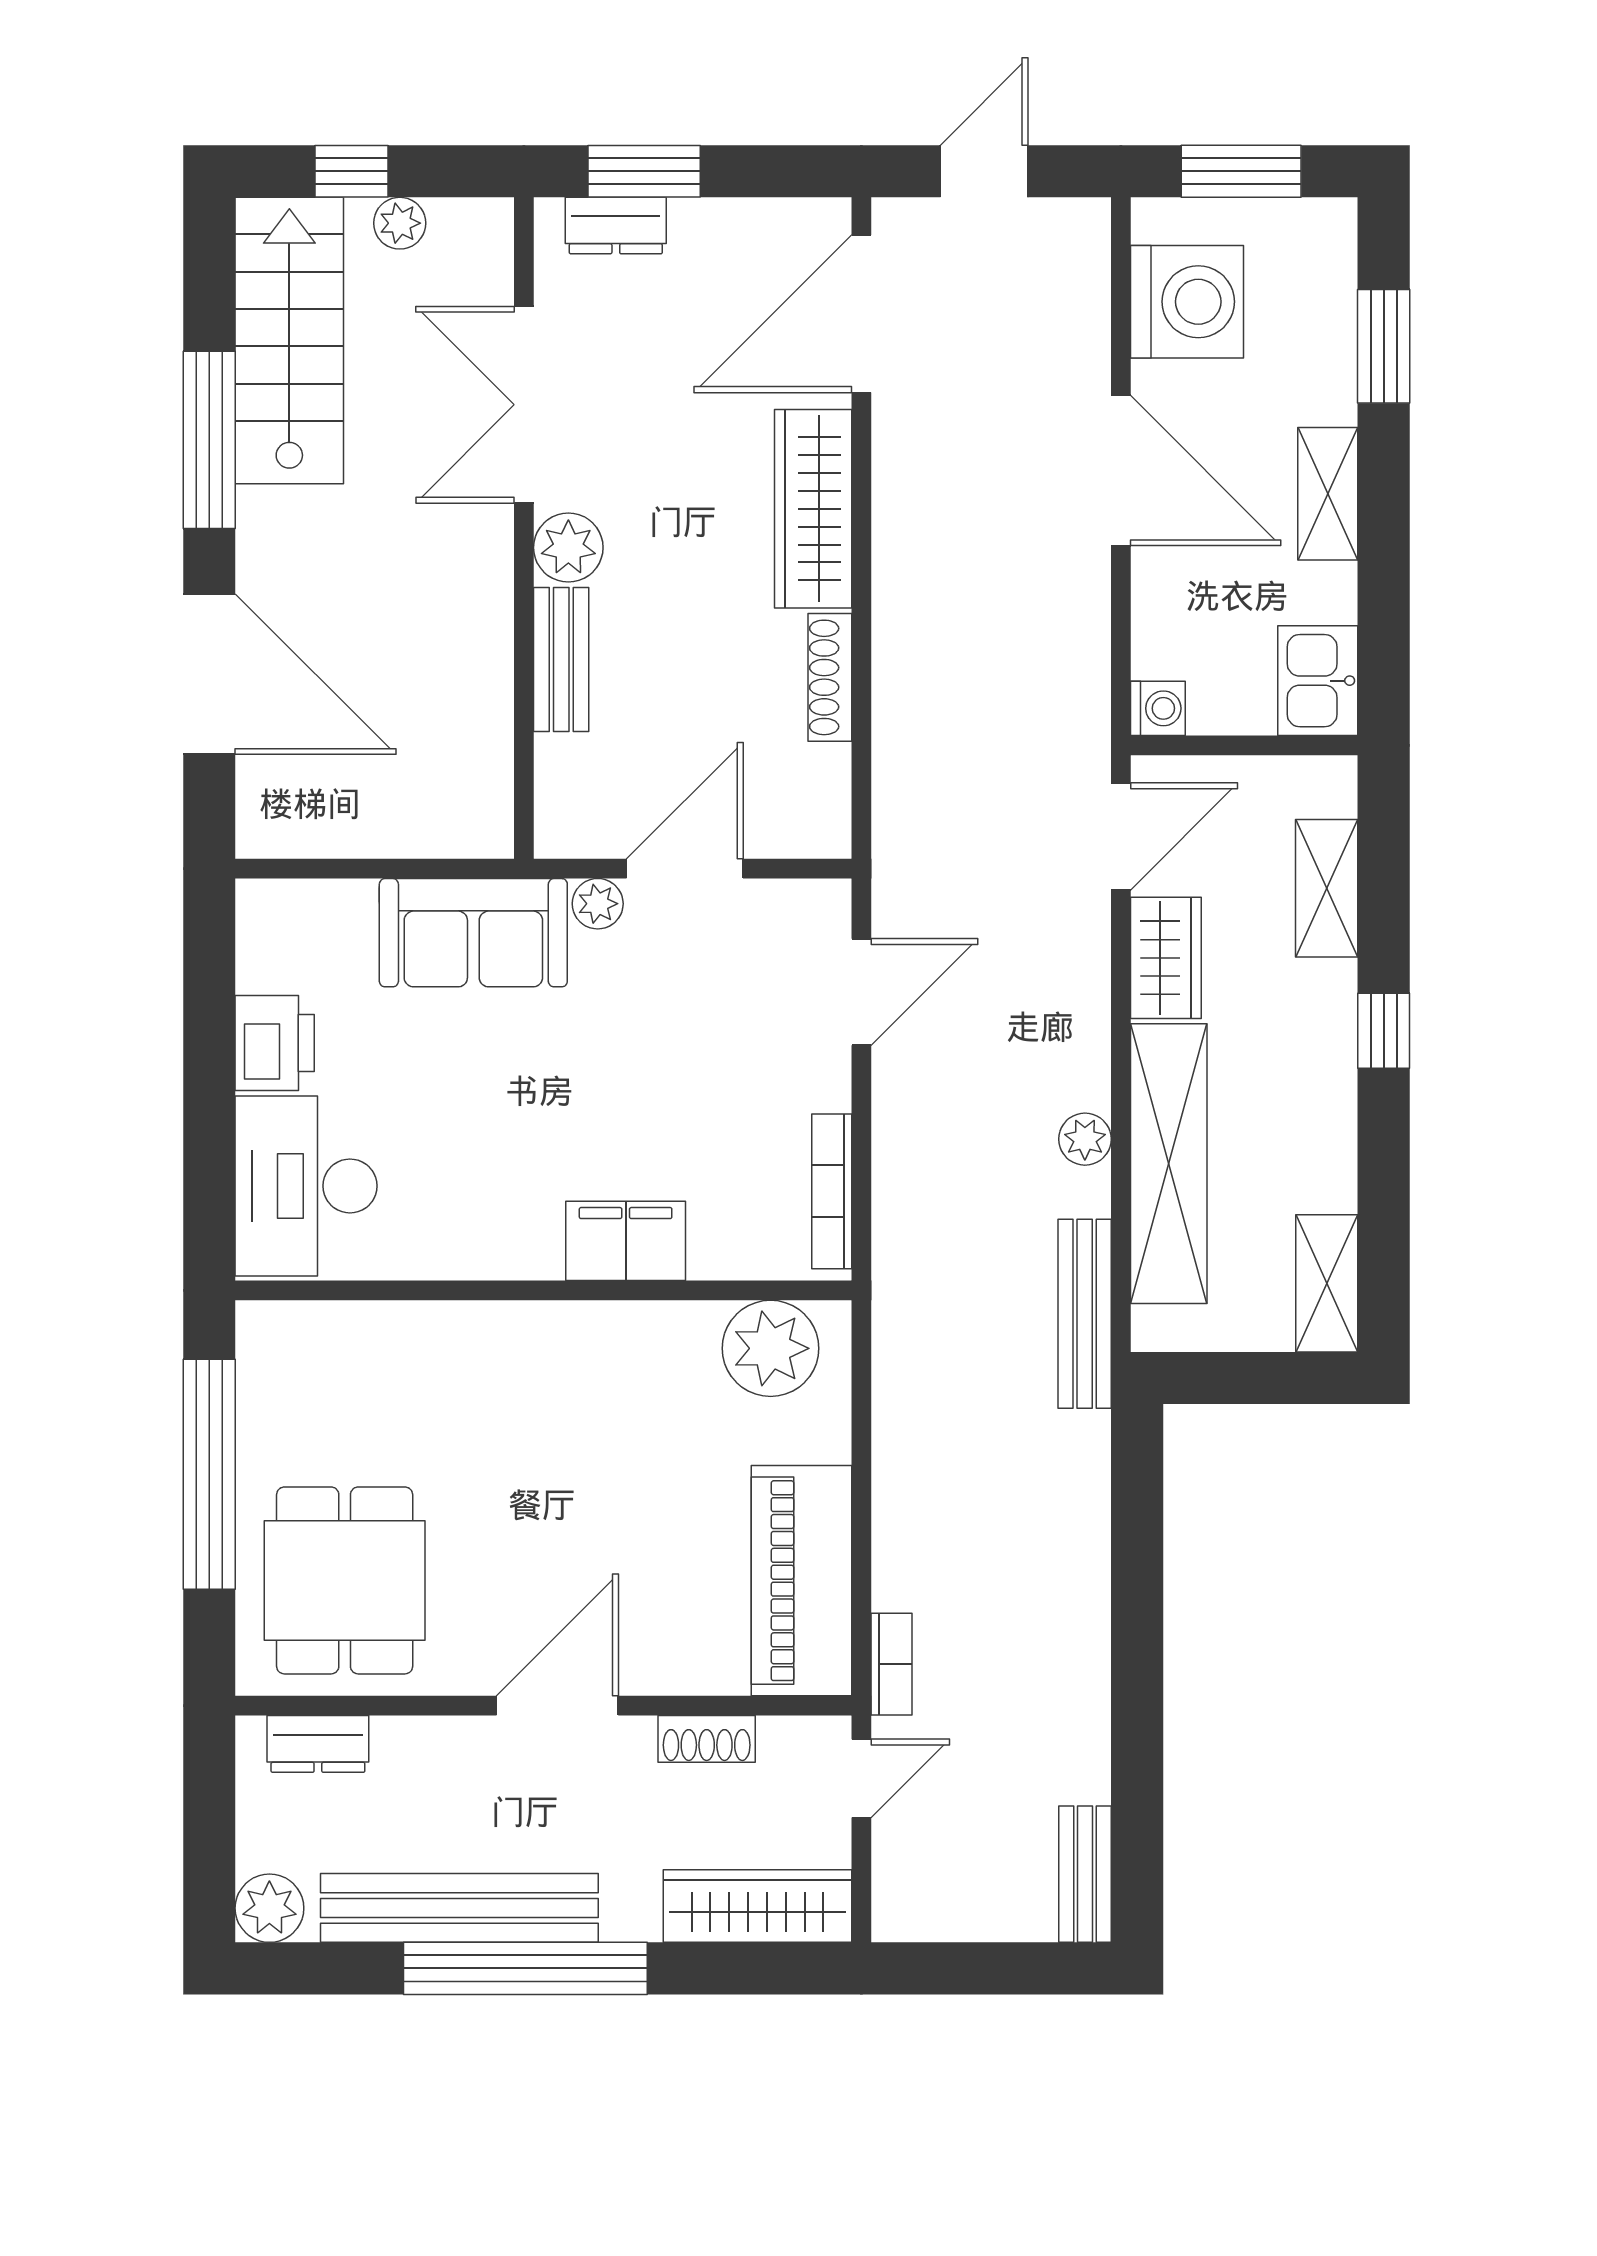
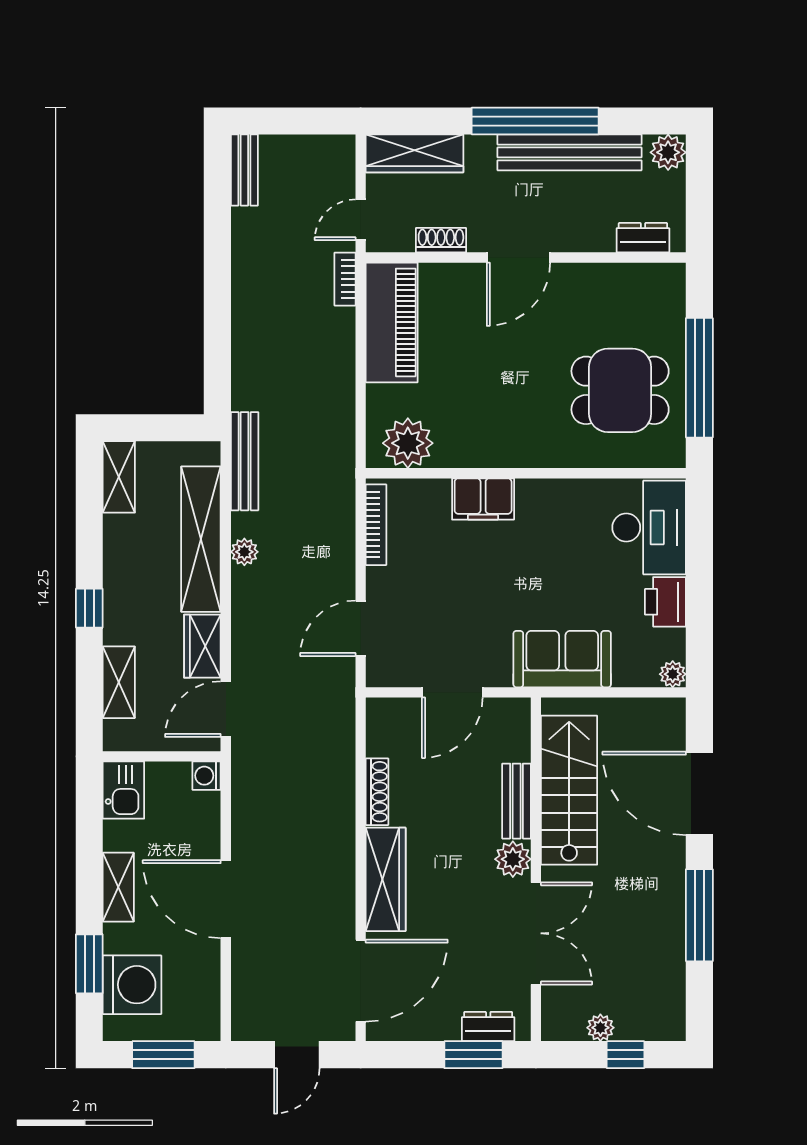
washing machine: (1187, 302) -> (132, 985), moved, turned 180
stairs: (289, 341) -> (569, 790), moved, turned 180
plant: (598, 904) -> (673, 674), moved
dining table: (345, 1580) -> (620, 390), moved, turned 90

